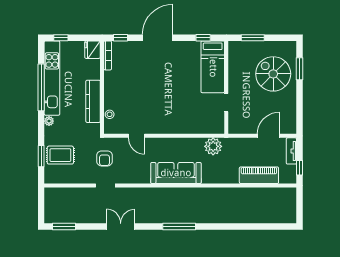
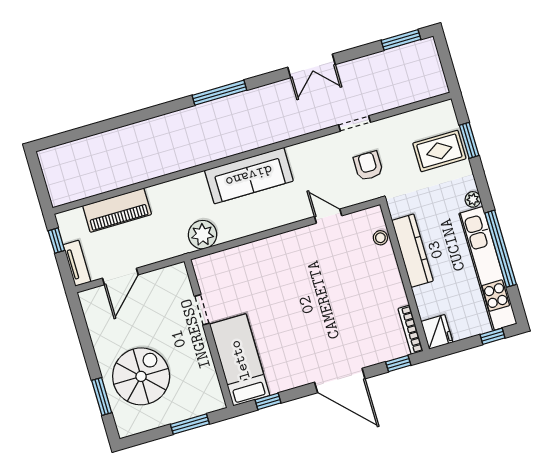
door: (158, 38) -> (340, 381), hinge flipped
spiral stairs: (273, 74) -> (141, 376), turned -90

